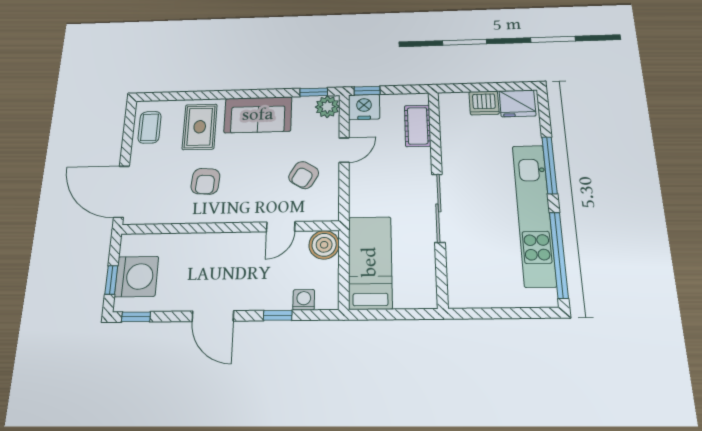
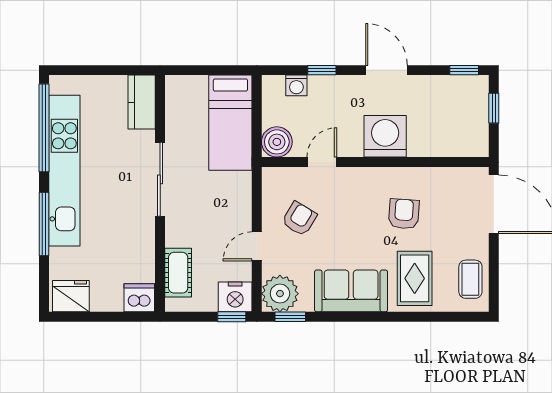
dishwasher: (484, 103) -> (139, 298), moved
plant: (327, 107) -> (280, 294), width x1.36, depth x1.36
washing machine: (137, 276) -> (385, 136), moved, turned 90
kitchen counter: (460, 281) -> (142, 102), added

